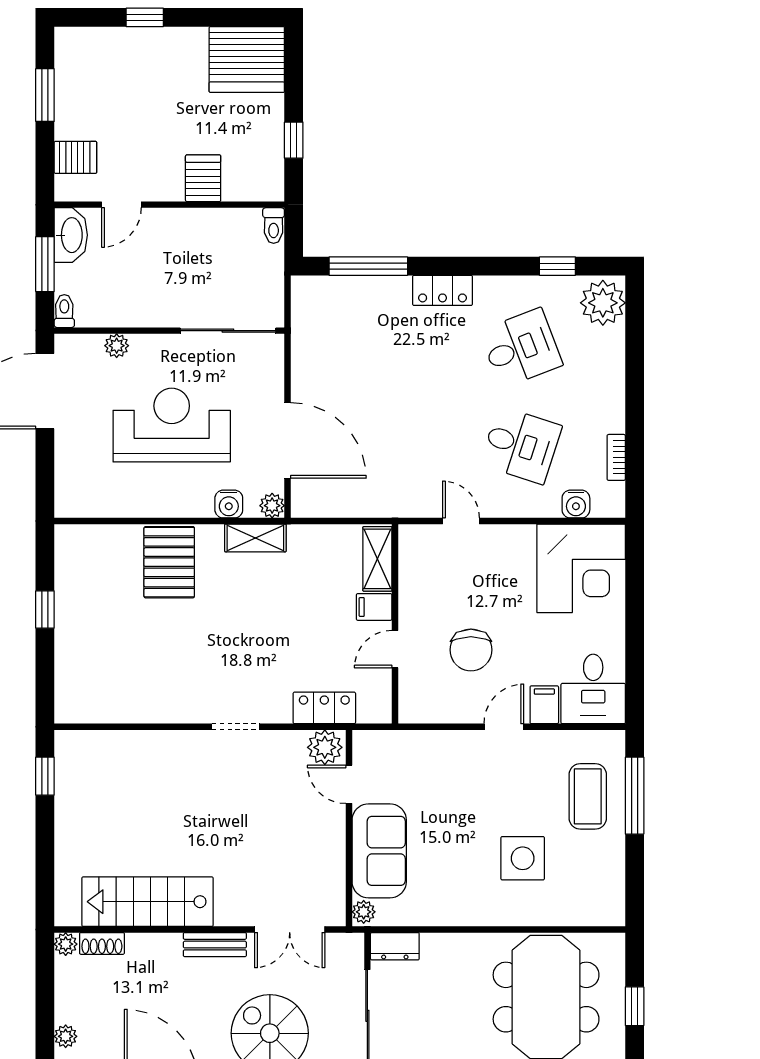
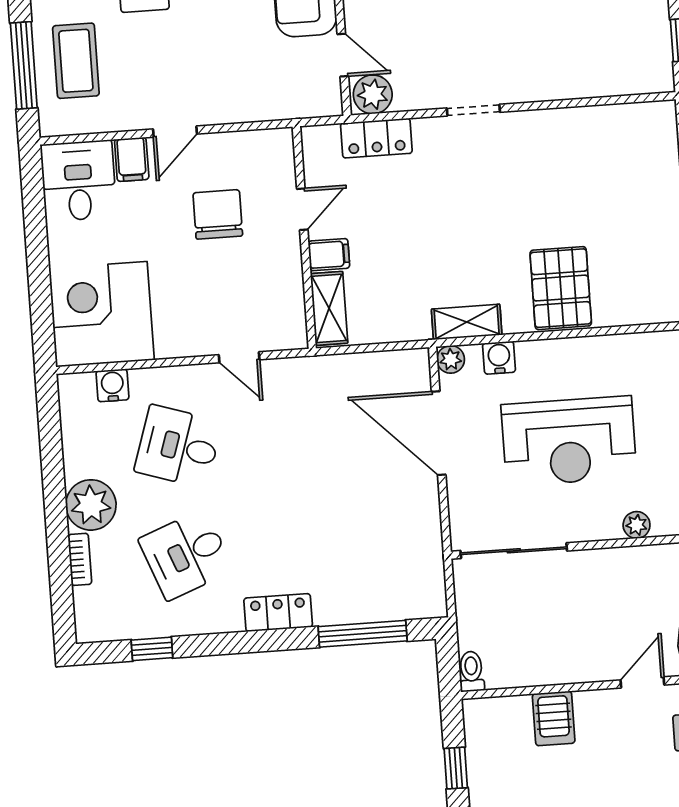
plant: (603, 303) -> (91, 505), moved
bookcase: (616, 457) -> (80, 559), moved

